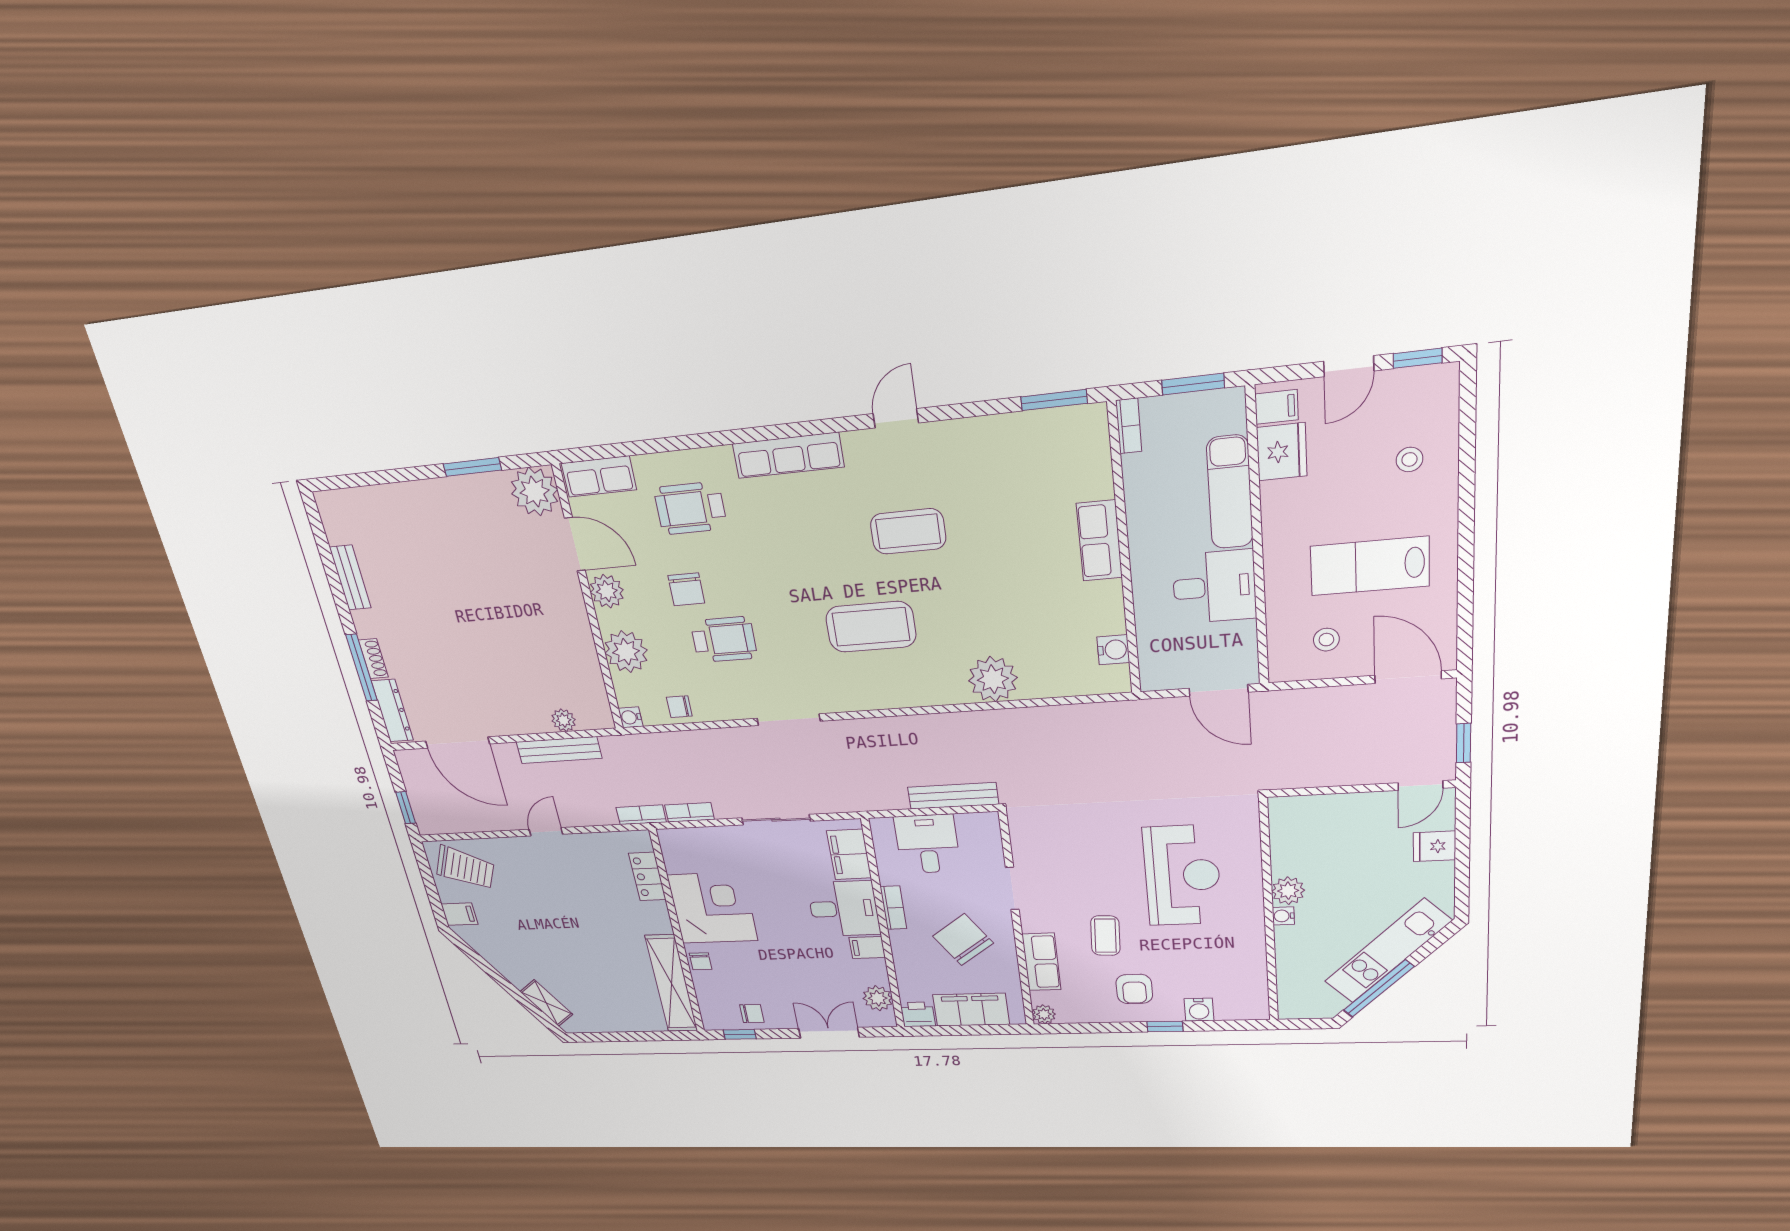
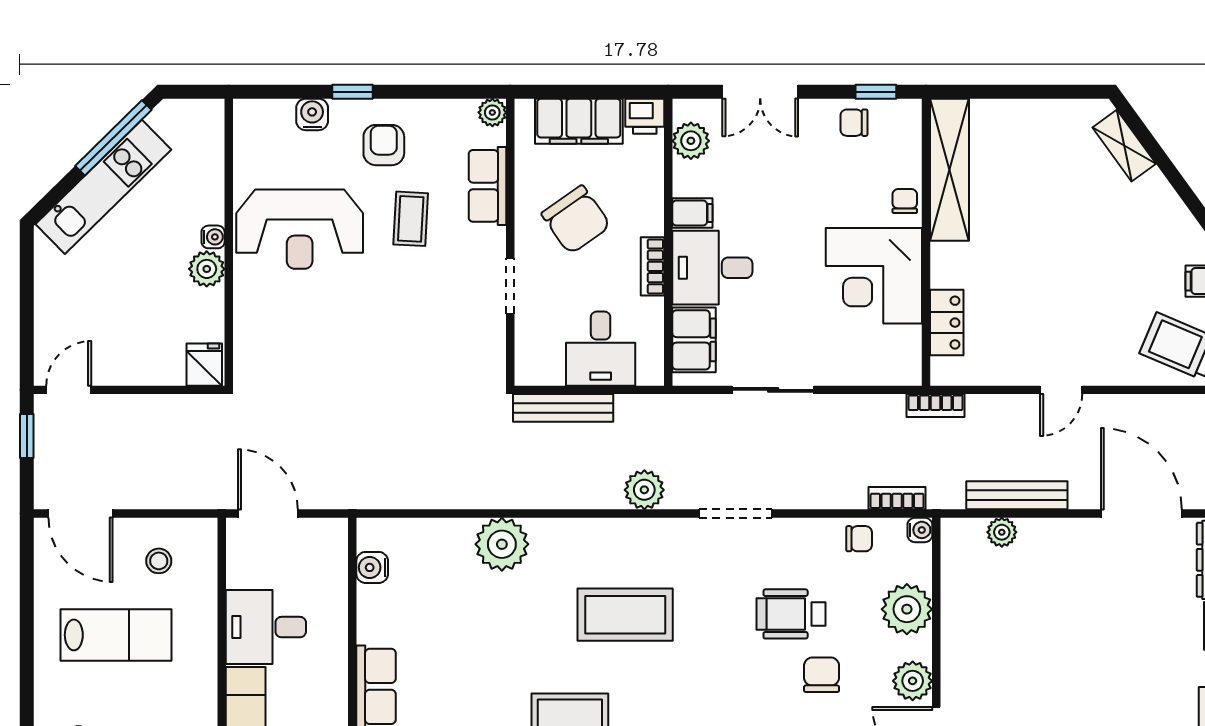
plant: (871, 734) -> (644, 490), added
bookcase: (689, 812) -> (897, 498), moved, turned 180
fridge: (1434, 846) -> (204, 365), moved, turned -90
reception desk: (1182, 876) -> (300, 229), moved, turned -90

